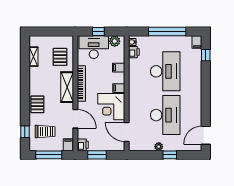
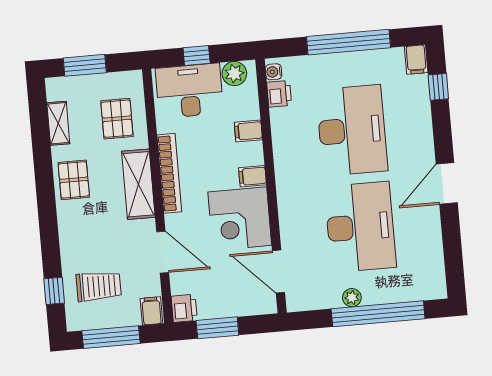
window: (48, 32) -> (85, 65), added
pallet: (37, 104) -> (74, 180), moved
door: (206, 135) -> (447, 183), moved
window: (170, 155) -> (378, 314), width x3.17

